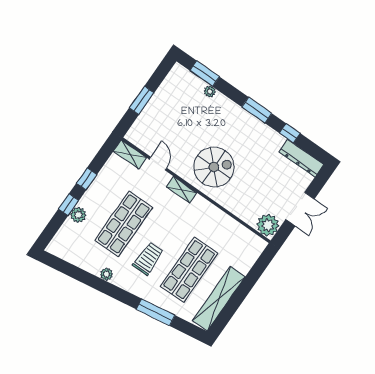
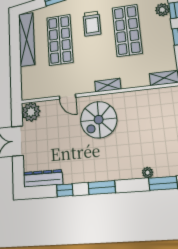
door: (158, 164) -> (67, 97), moved

